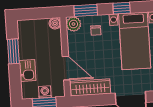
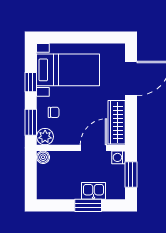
window: (13, 51) -> (88, 205), moved
washing machine: (45, 92) -> (118, 157), moved

